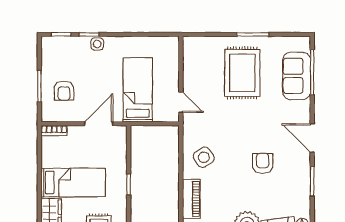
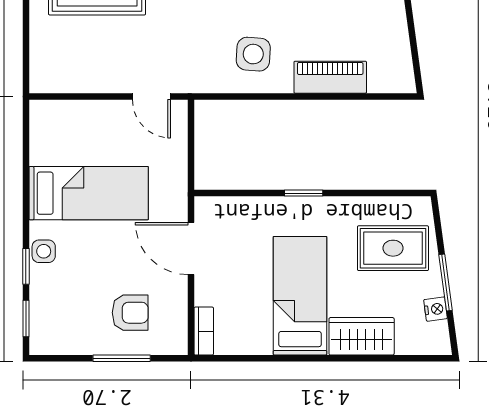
bed: (138, 90) -> (89, 193), moved, turned 180
door: (181, 102) -> (151, 97), swing flipped
side table: (204, 157) -> (253, 54), turned 37

